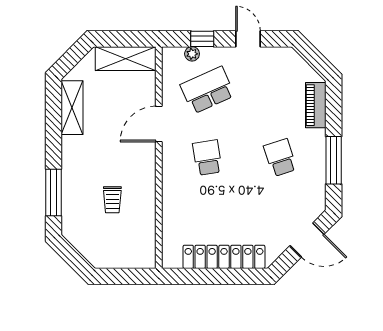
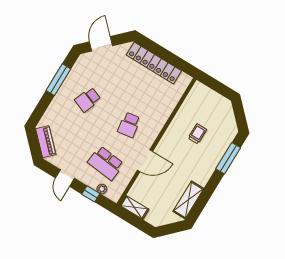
shelving: (126, 59) -> (134, 207), width x0.67, depth x0.75
school desk: (207, 90) -> (106, 163), turned 30
piano: (316, 105) -> (46, 142), moved, turned -45
school desk: (280, 158) -> (88, 100), turned 39
door: (307, 240) -> (101, 44), hinge flipped

